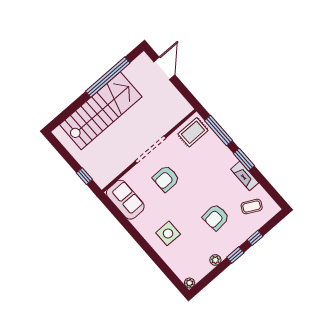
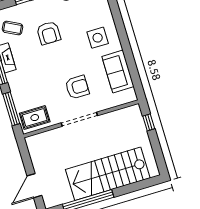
sofa: (125, 200) -> (118, 72), moved
armchair: (216, 217) -> (49, 33), turned 95

